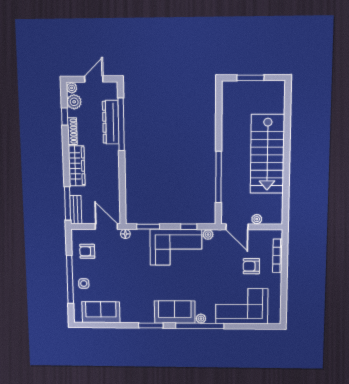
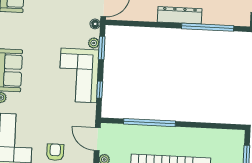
dresser: (111, 122) -> (180, 15), moved
door: (237, 227) -> (97, 139), hinge flipped
plant: (208, 235) -> (94, 43), moved

